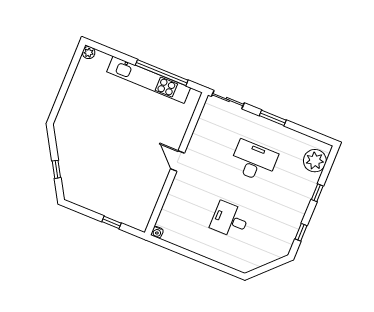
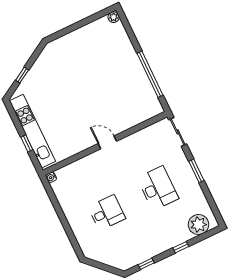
kitchen unit: (149, 80) -> (32, 131), moved, turned 180
door: (177, 161) -> (107, 142), hinge flipped
desk: (230, 220) -> (107, 213), turned 90

